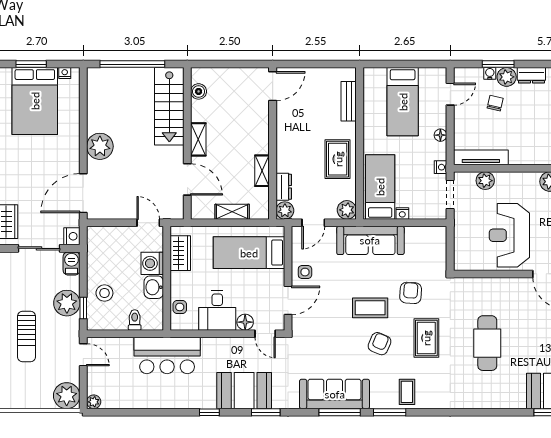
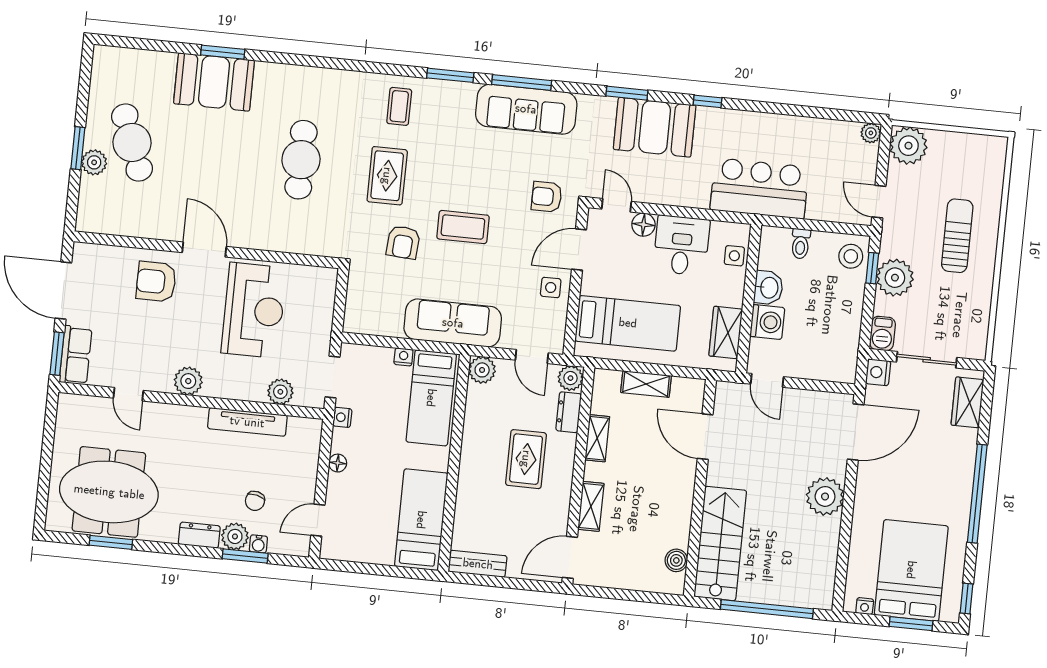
bench: (349, 101) -> (478, 564), moved, turned 90
bed: (403, 102) -> (421, 520), moved
shelving: (198, 139) -> (591, 506), moved
tv unit: (481, 157) -> (247, 422), moved
rug: (338, 159) -> (526, 459), moved
door: (313, 223) -> (532, 356), swing flipped
stool: (104, 293) -> (851, 256), moved
armchair: (380, 344) -> (547, 197), moved, turned 67
coffee table: (407, 392) -> (399, 106), moved

